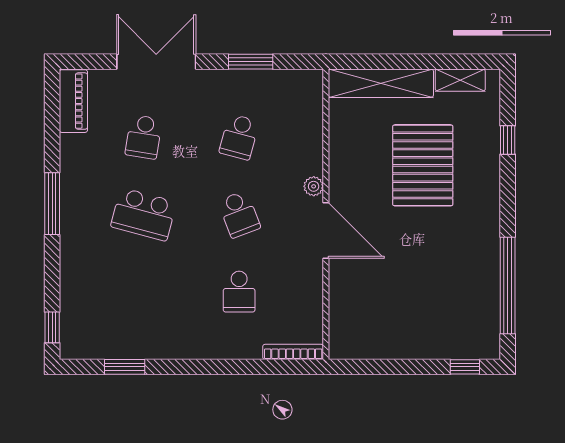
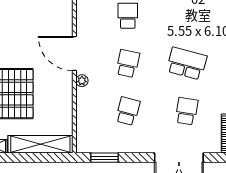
window: (251, 62) -> (105, 158), moved
school desk: (239, 214) -> (128, 63), turned 33

